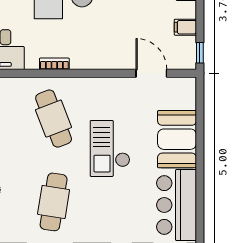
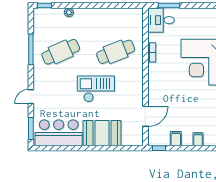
cafe table: (54, 202) -> (61, 52), turned -33

